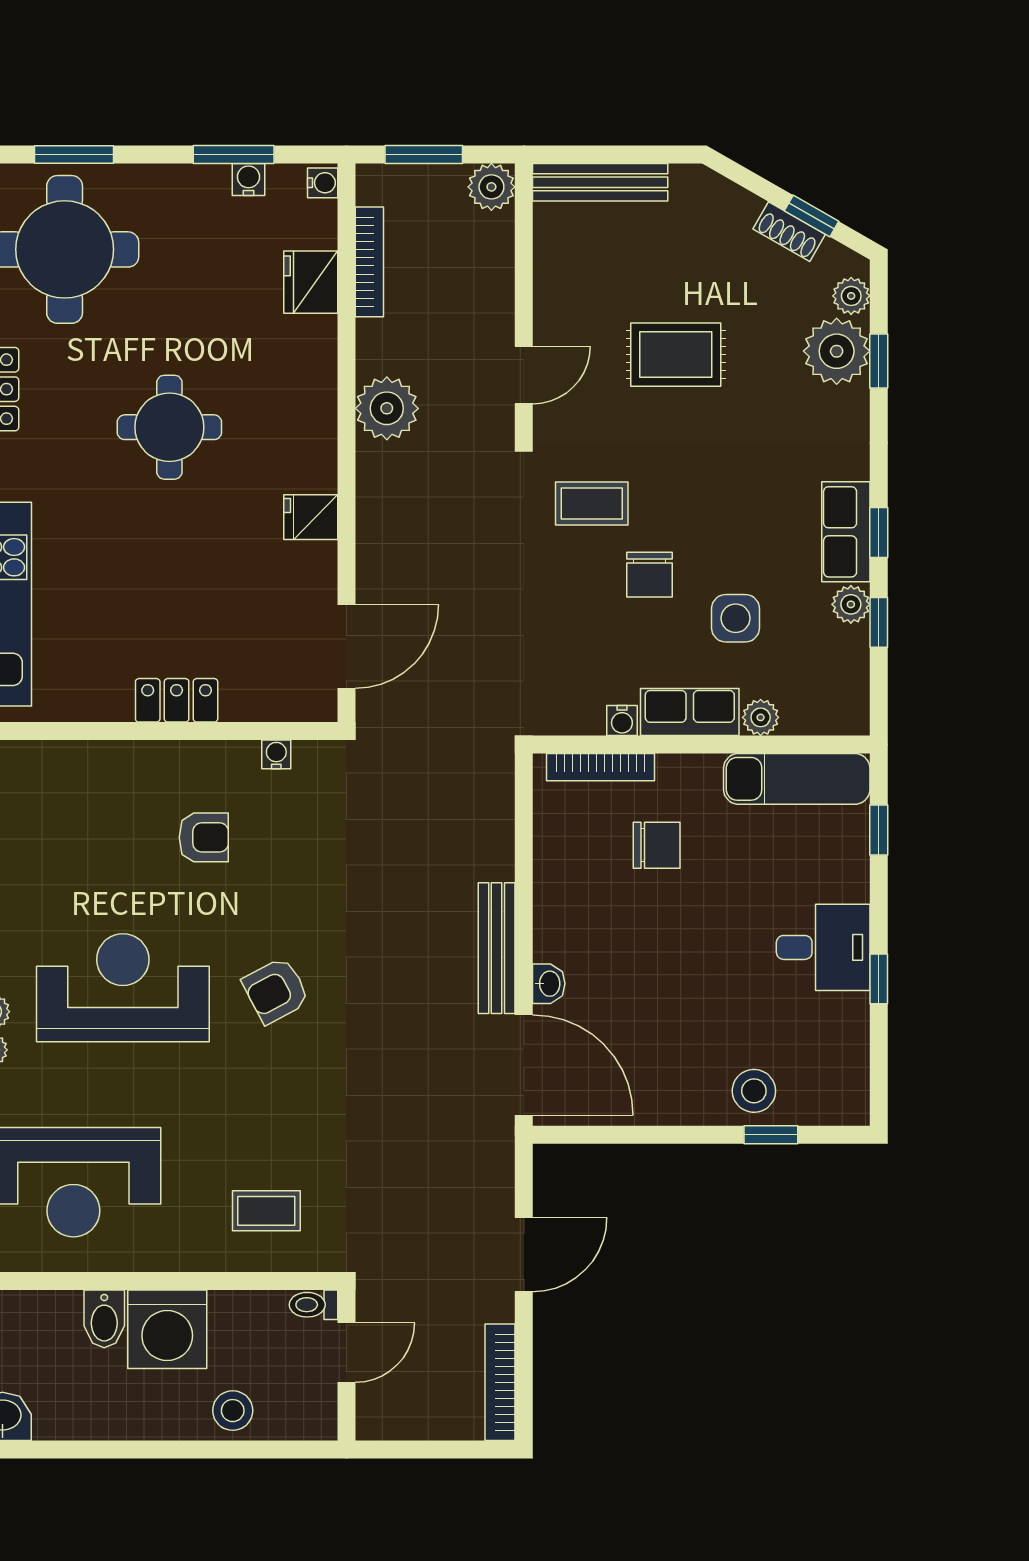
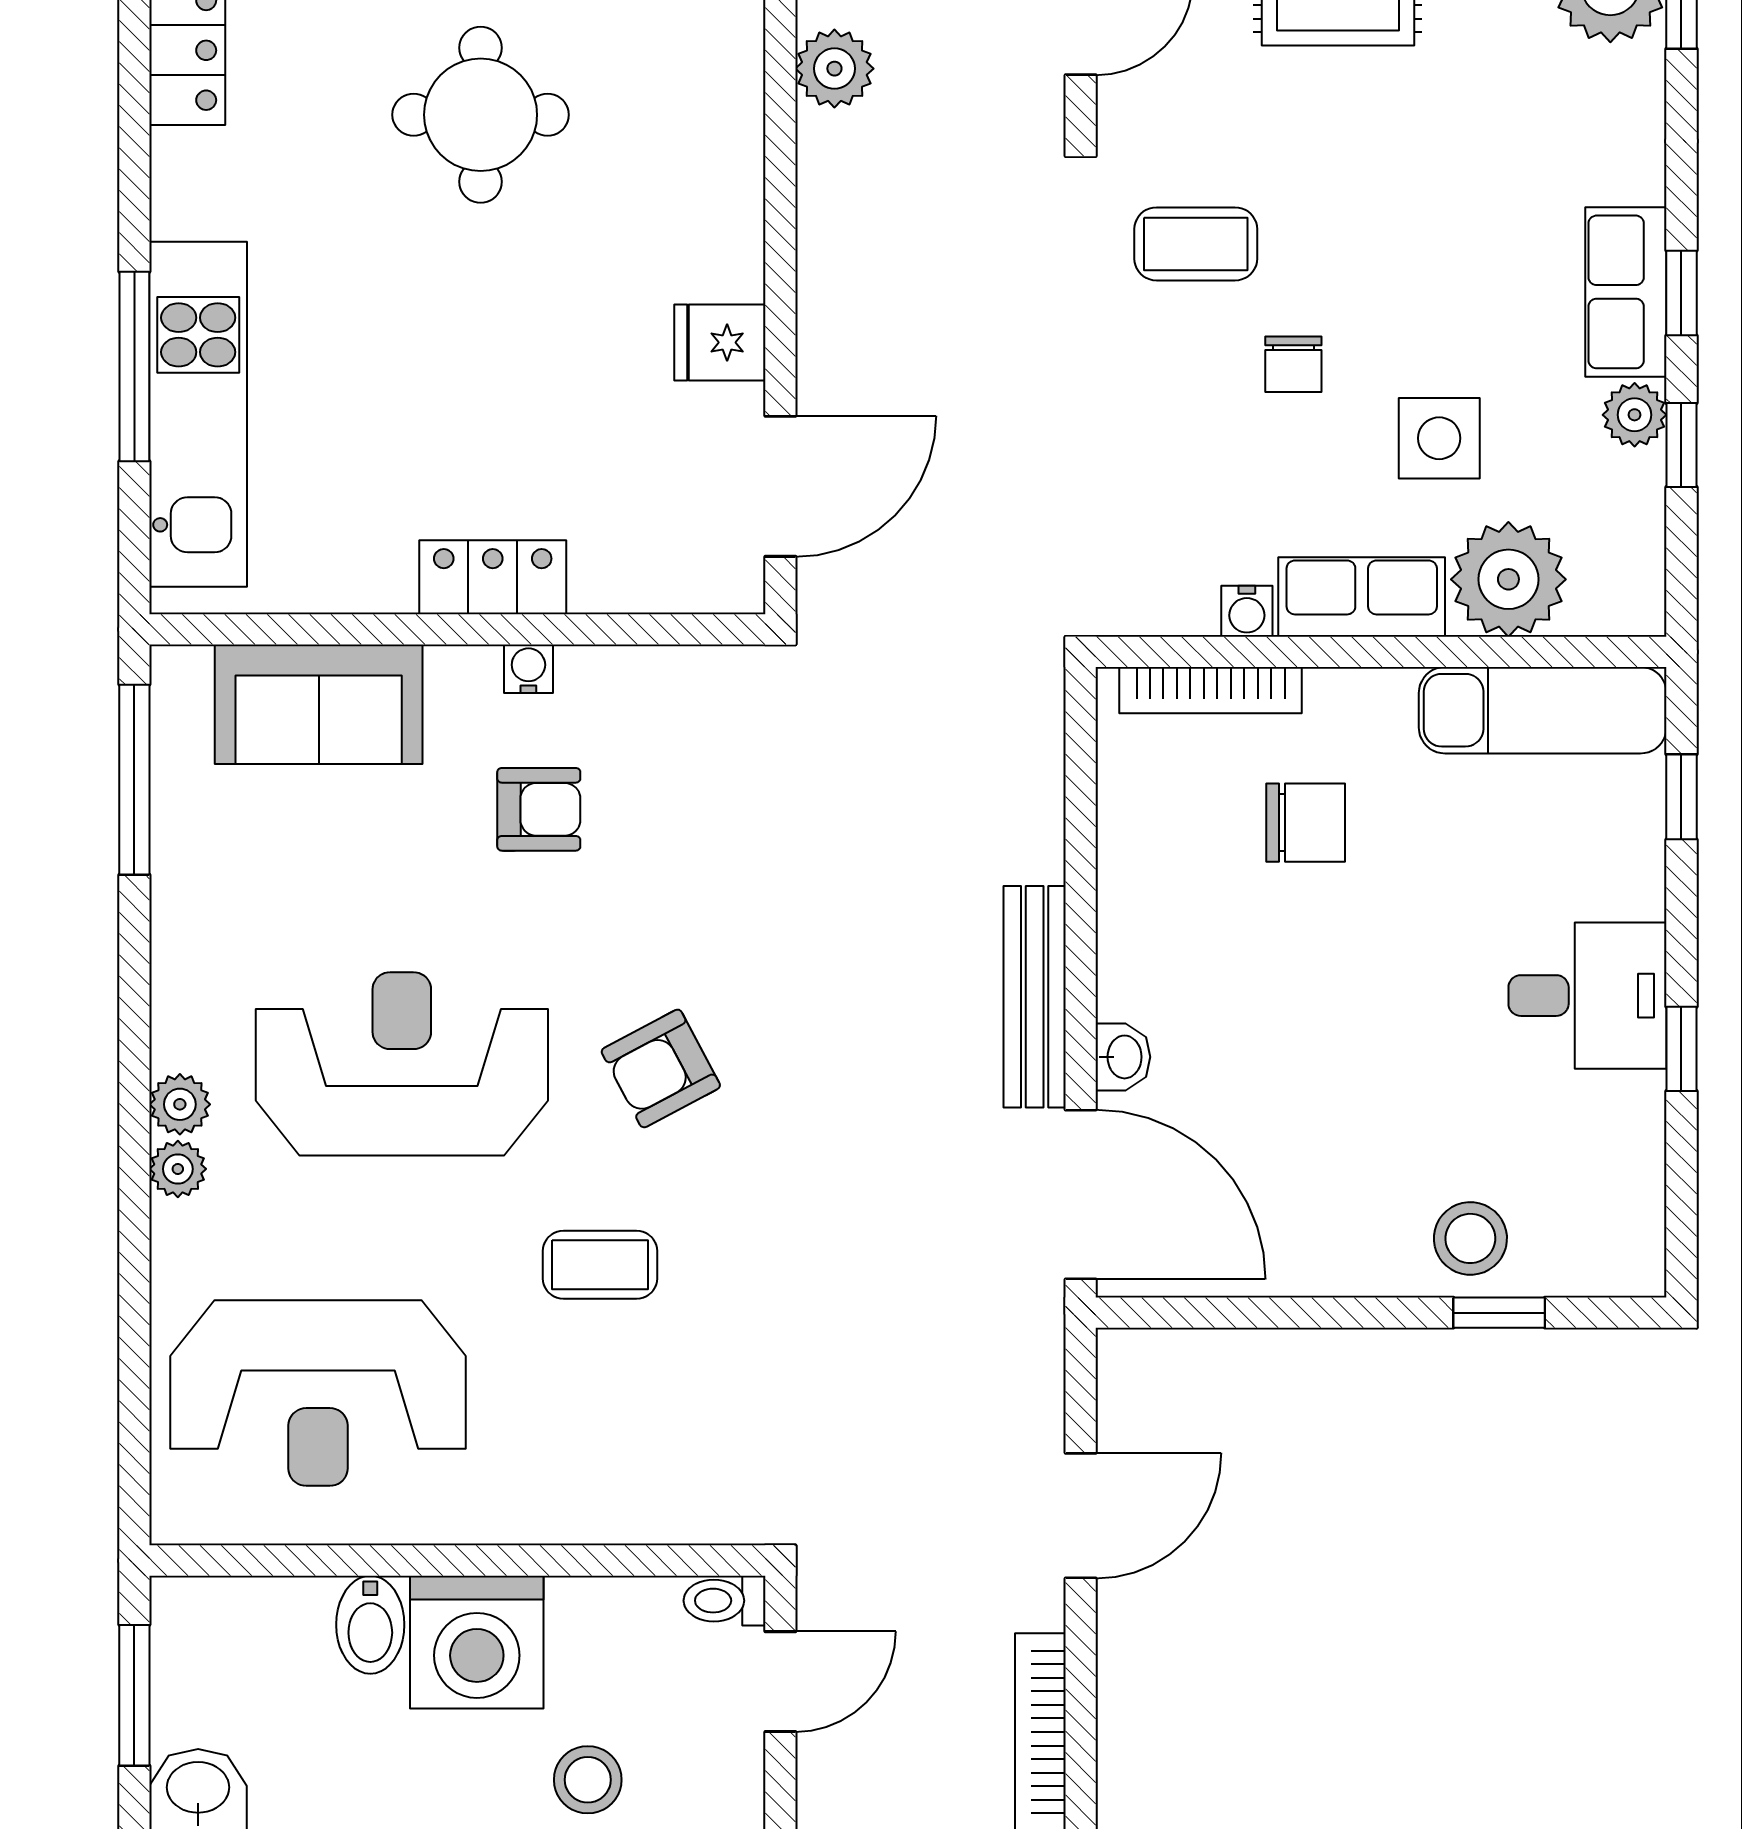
plant: (387, 408) -> (834, 69), width x0.73, depth x0.73
fridge: (311, 517) -> (720, 342), moved
chair: (649, 575) -> (1293, 364), width x0.73, depth x0.73
plant: (761, 717) -> (1508, 579), width x1.87, depth x1.87
water cooler: (276, 754) -> (528, 669), moved
sofa: (74, 775) -> (319, 704), added
coffee table: (266, 1211) -> (600, 1265), moved

